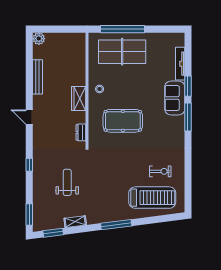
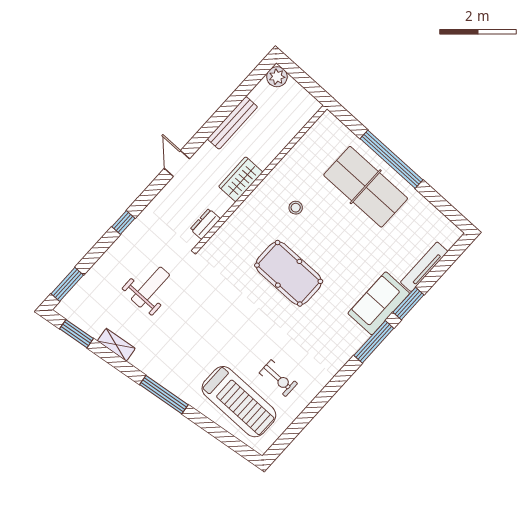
wall: (87, 90) -> (261, 178), moved
wardrobe: (79, 98) -> (241, 179), moved
dresser: (81, 132) -> (205, 224), moved

